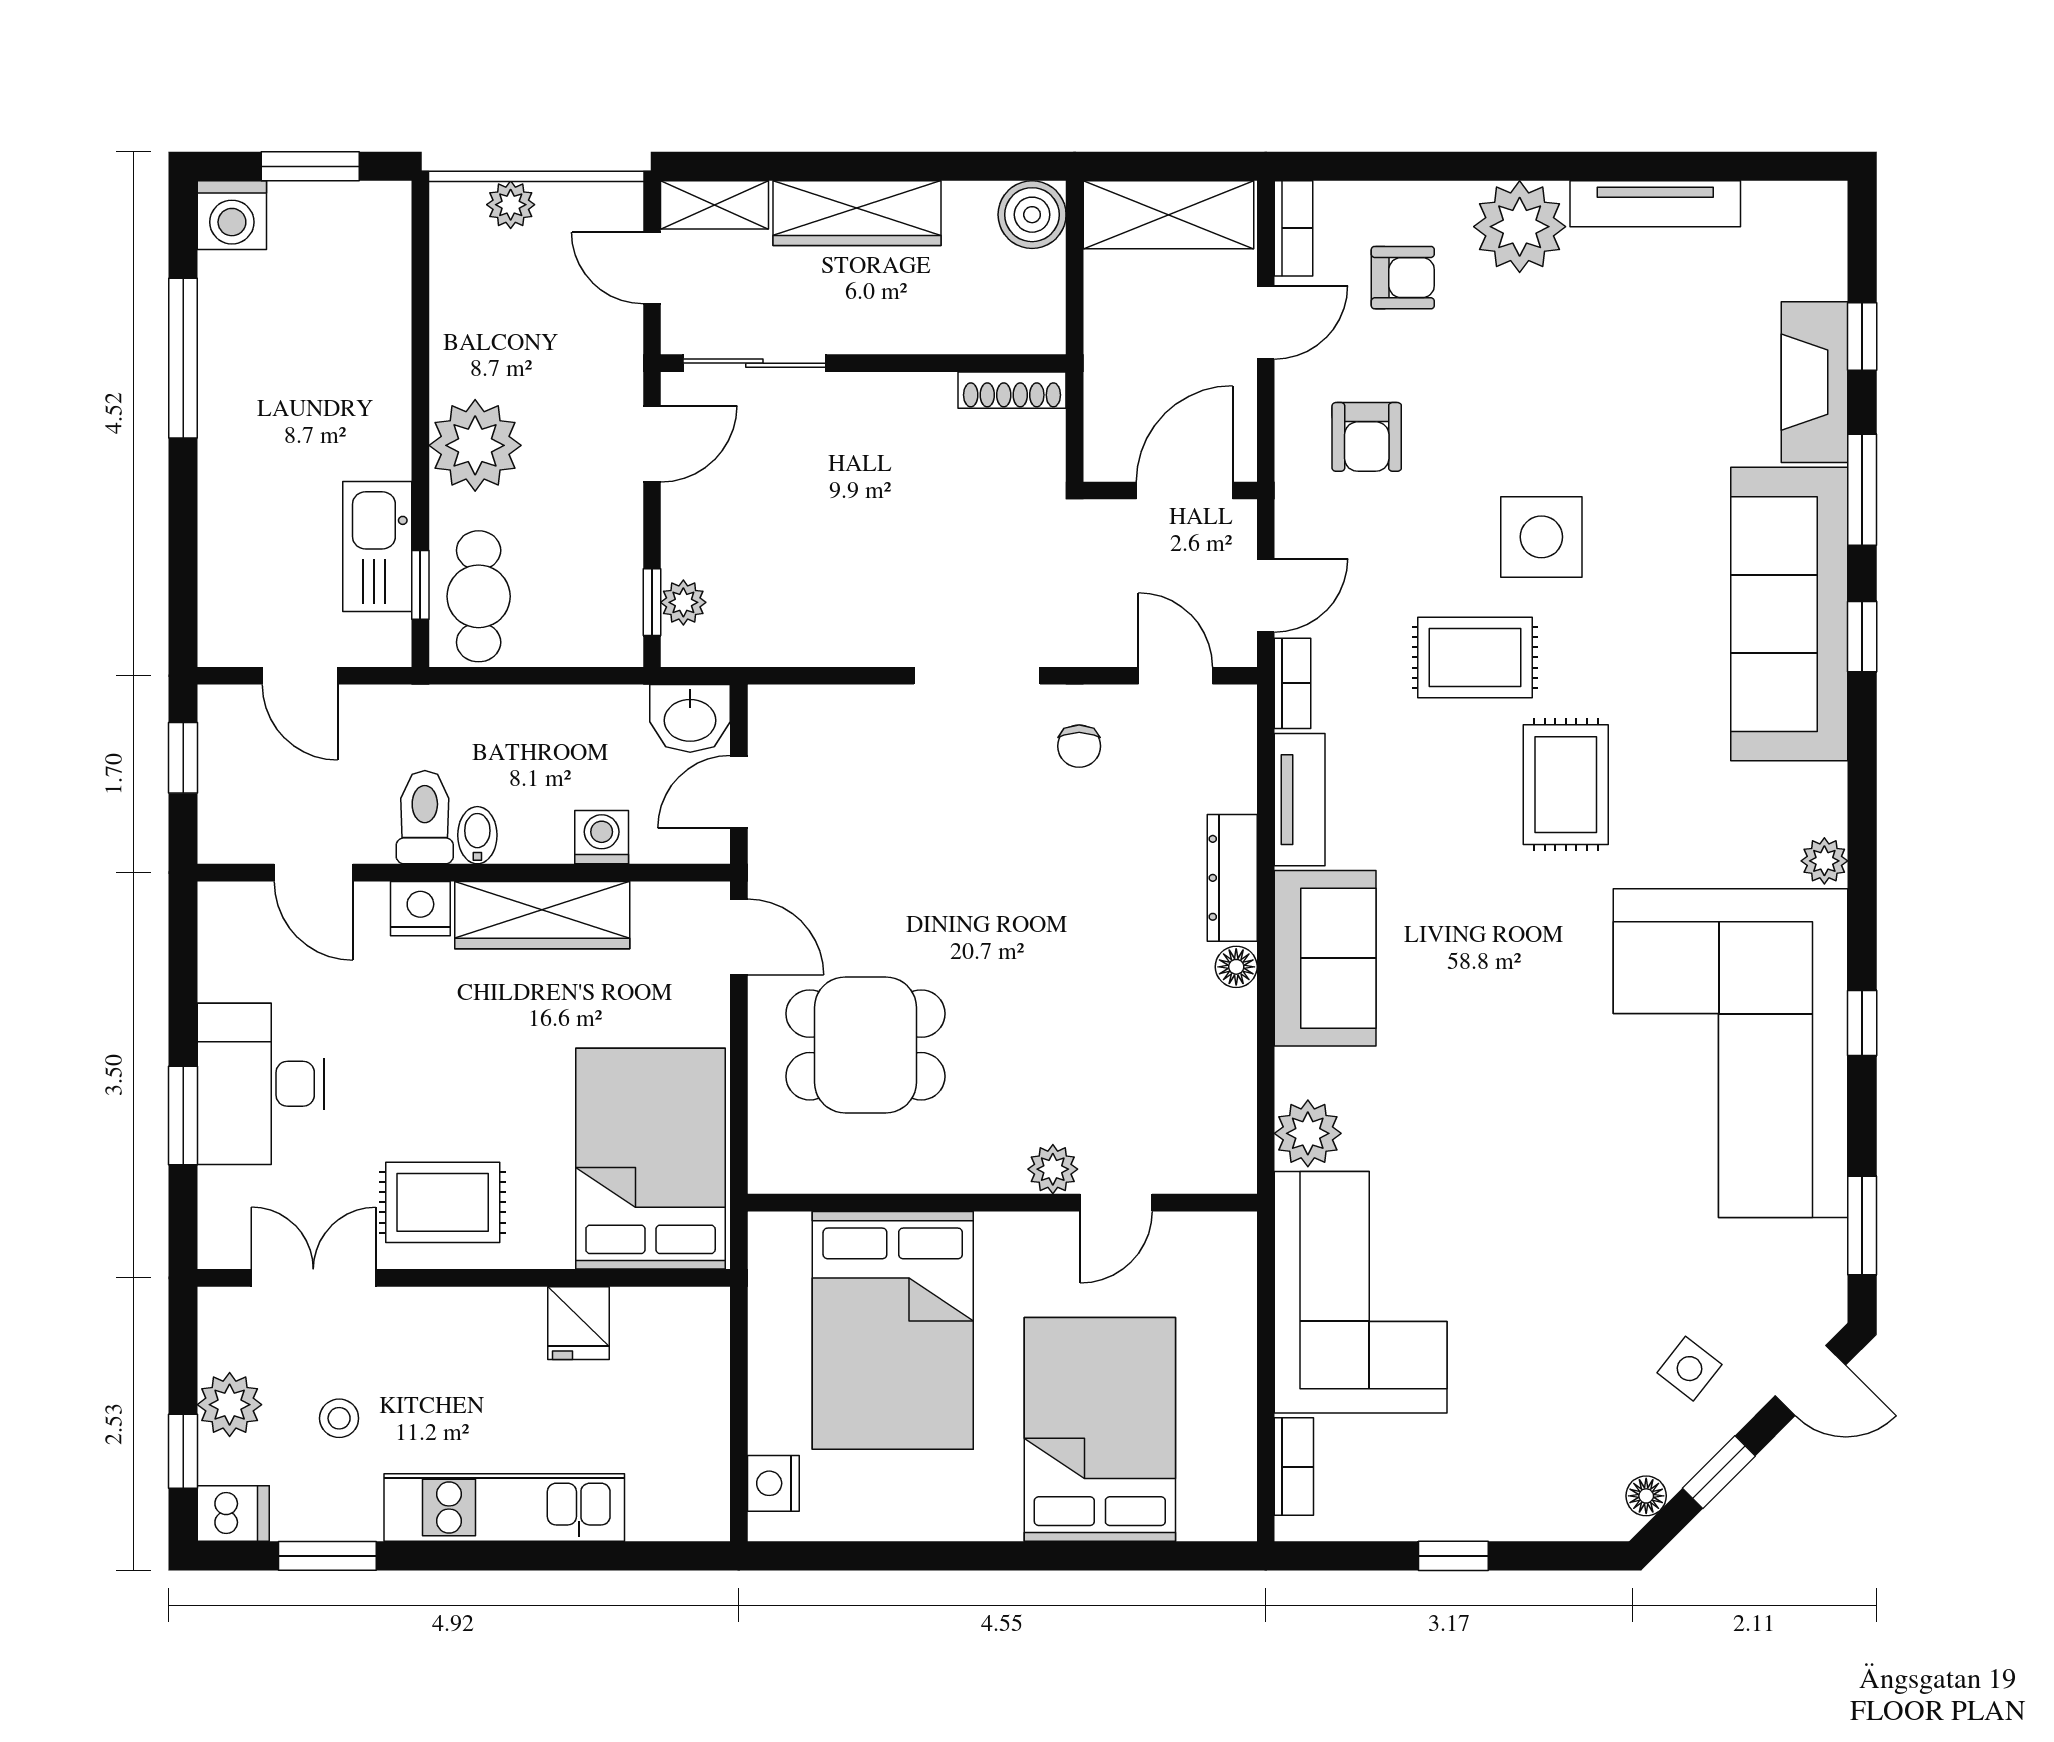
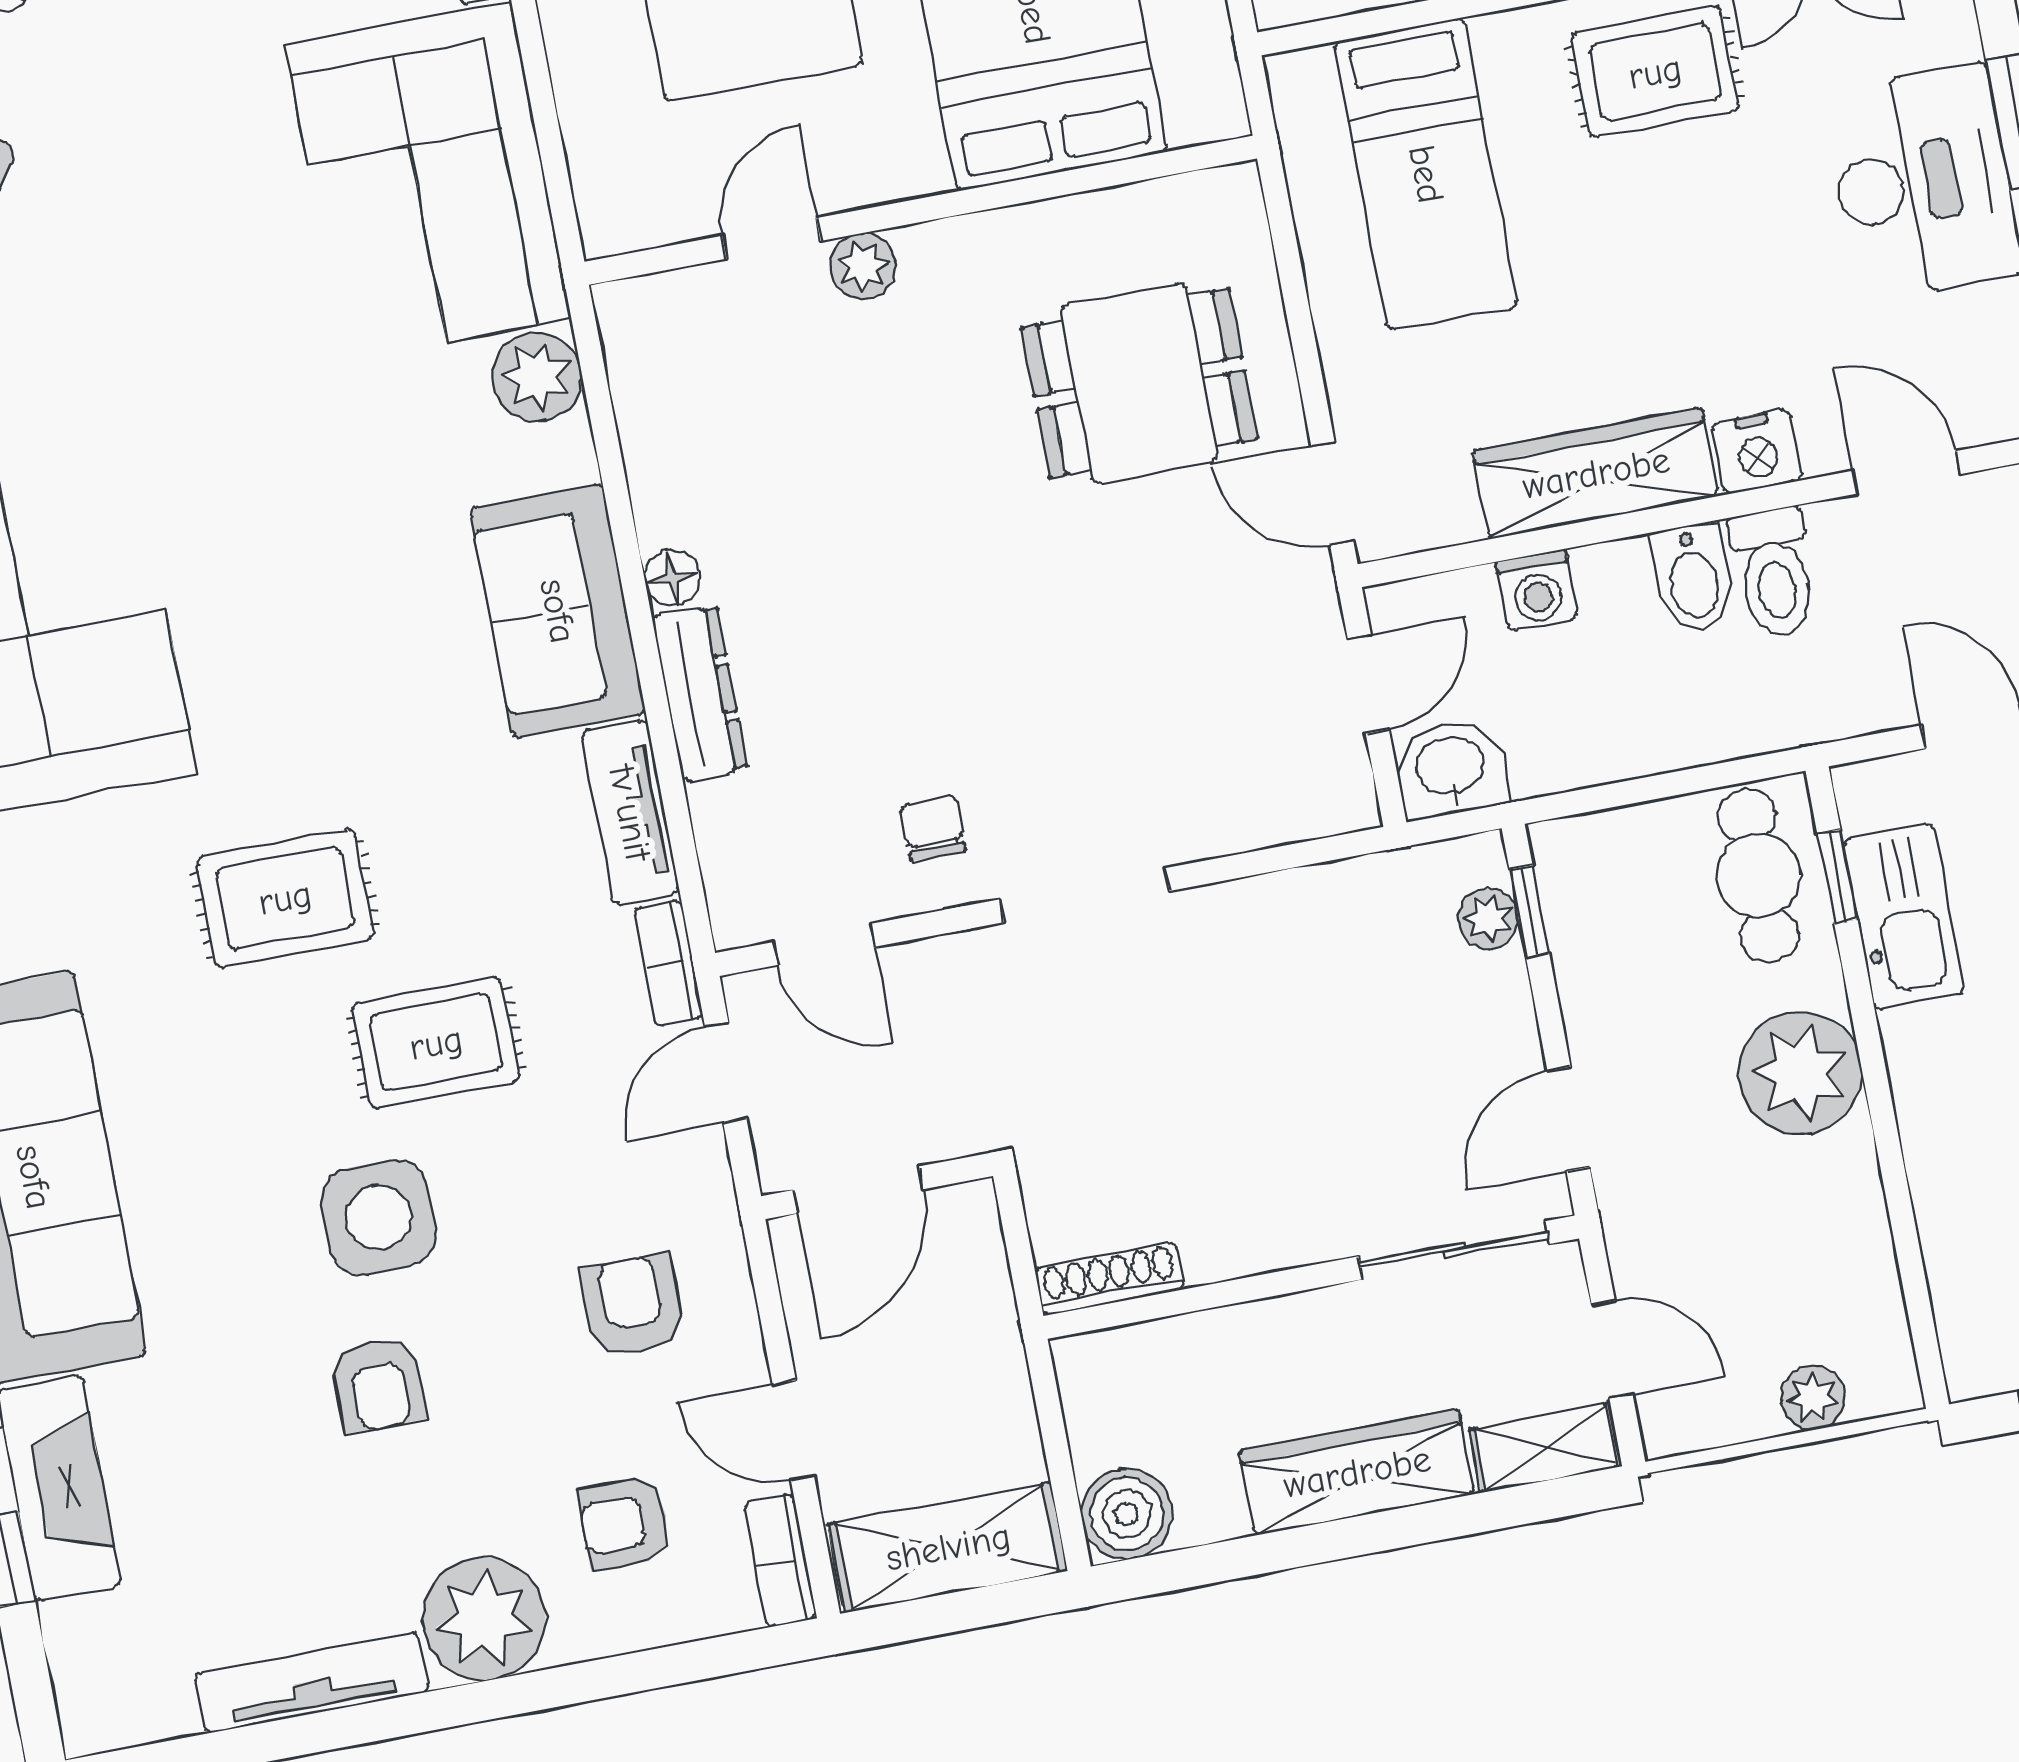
door: (1266, 322) -> (793, 1430), hinge flipped
armchair: (1565, 414) -> (379, 1385), added
rug: (1566, 785) -> (285, 898), turned 90
bidet: (477, 835) -> (1693, 578), width x1.38, depth x1.36
bed: (651, 1159) -> (1426, 174), width x0.67

